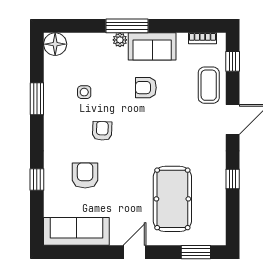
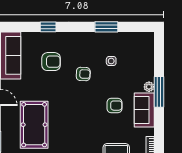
floor lamp: (55, 44) -> (146, 40), removed
armchair: (146, 88) -> (114, 106), turned 90
pool table: (172, 199) -> (34, 125), turned 90

